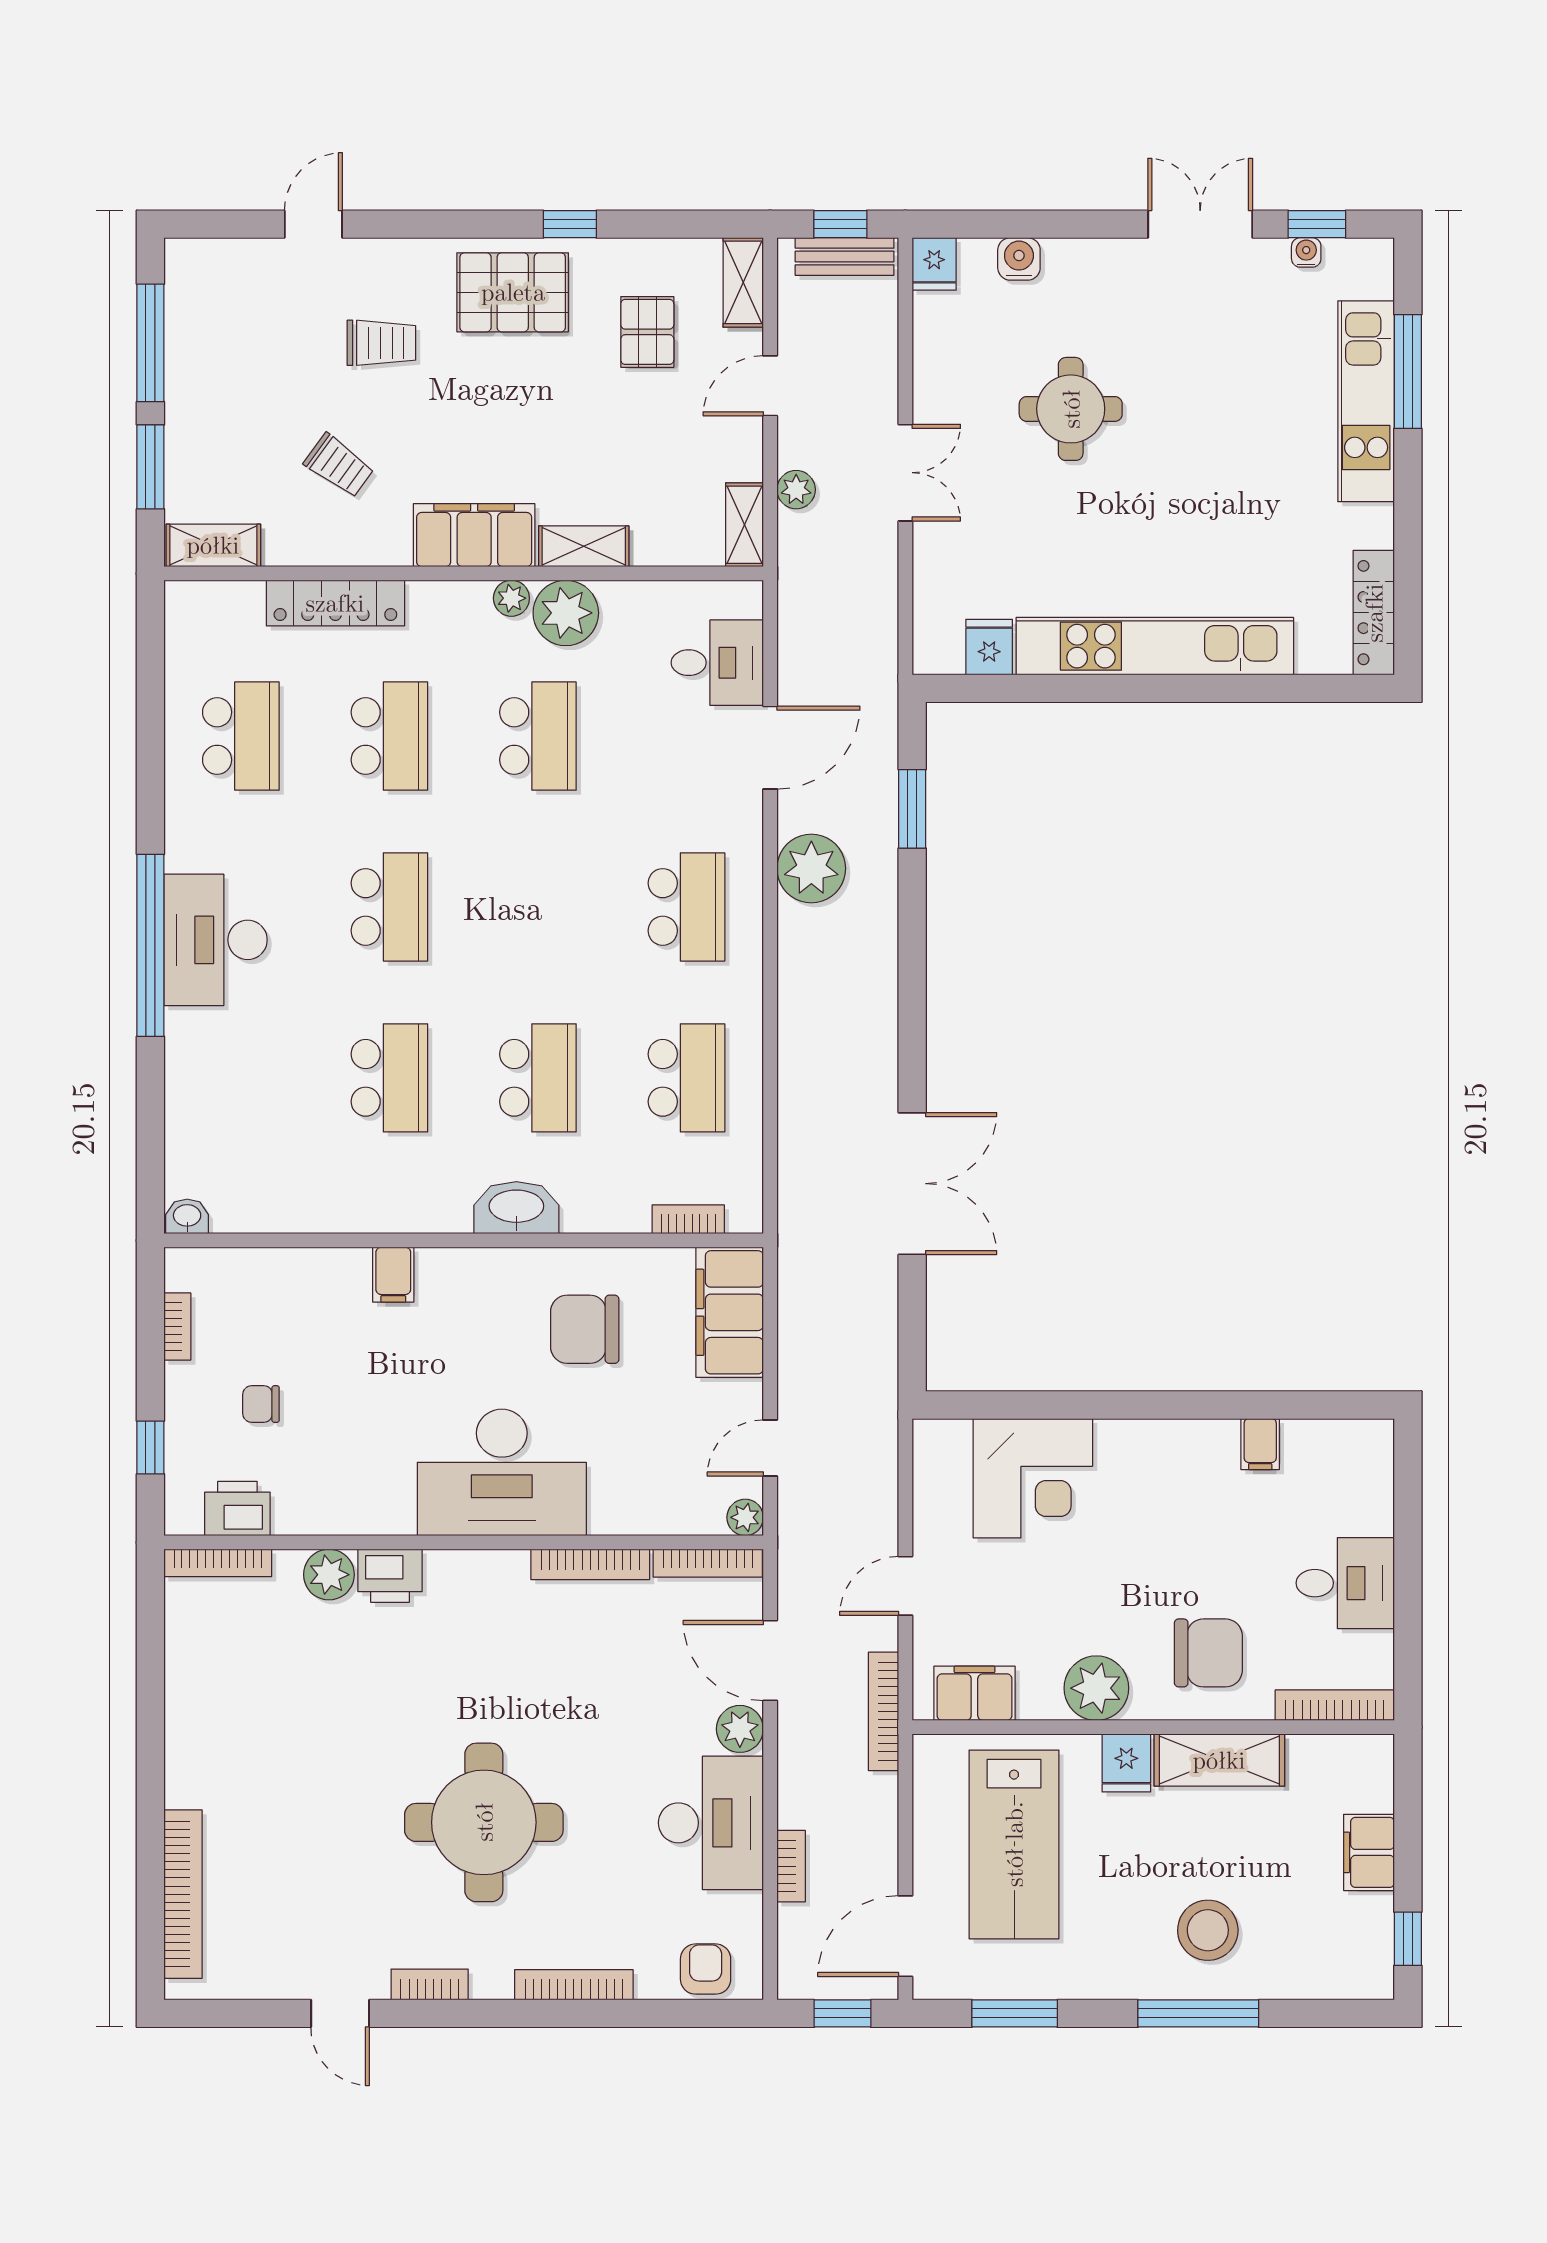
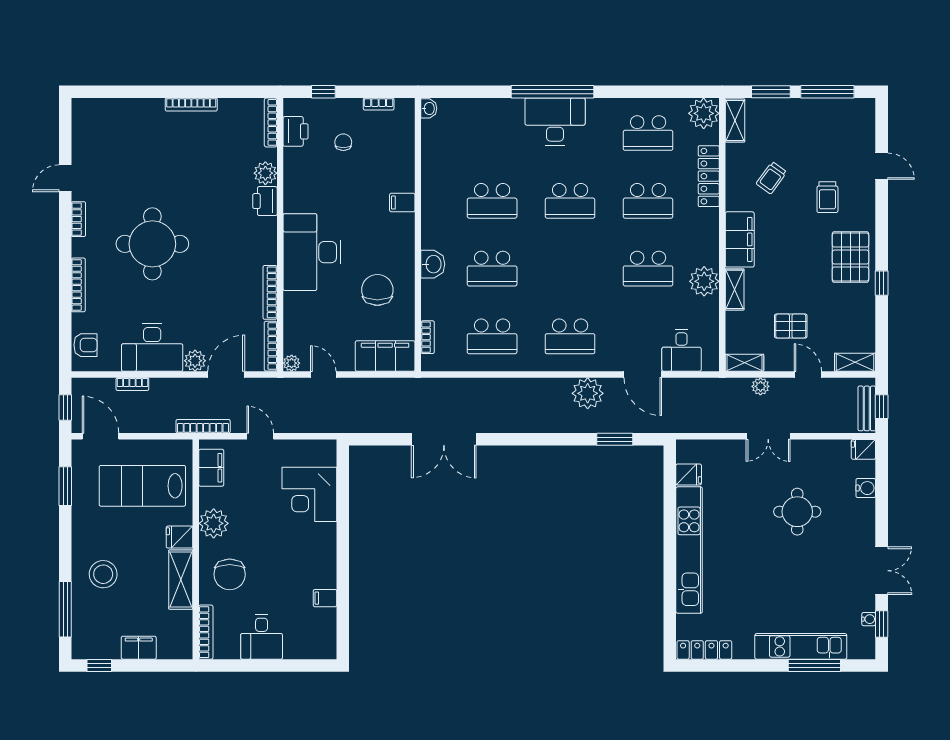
pallet: (647, 332) -> (791, 326), moved
plant: (511, 598) -> (704, 113), moved, width x1.87, depth x1.87
washbasin: (516, 1208) -> (433, 264), width x0.72
bookcase: (183, 1894) -> (191, 105), moved, width x0.68, depth x0.76
window: (1198, 2013) -> (65, 609), moved

